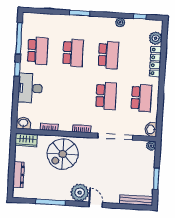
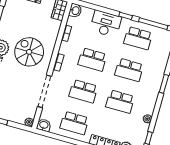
school desk: (71, 94) -> (92, 59), added
spiral stairs: (63, 154) -> (29, 52), moved

